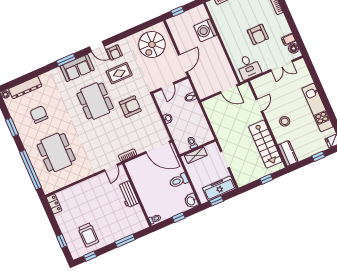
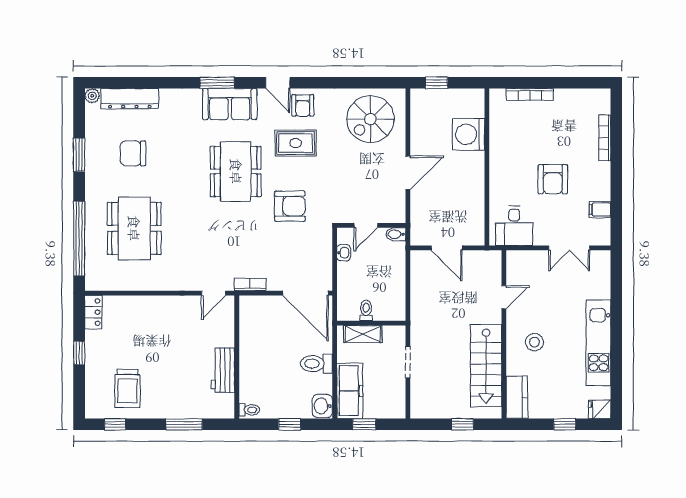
floor lamp: (294, 48) -> (602, 228), removed
wall: (170, 85) -> (371, 225), moved
door: (167, 86) -> (366, 225), moved
door: (229, 89) -> (447, 248), moved
chair: (39, 115) -> (133, 153), turned -90
freezer: (219, 188) -> (350, 391), moved, turned 90
workbench: (128, 194) -> (223, 370), moved
window: (62, 241) -> (79, 353), moved

